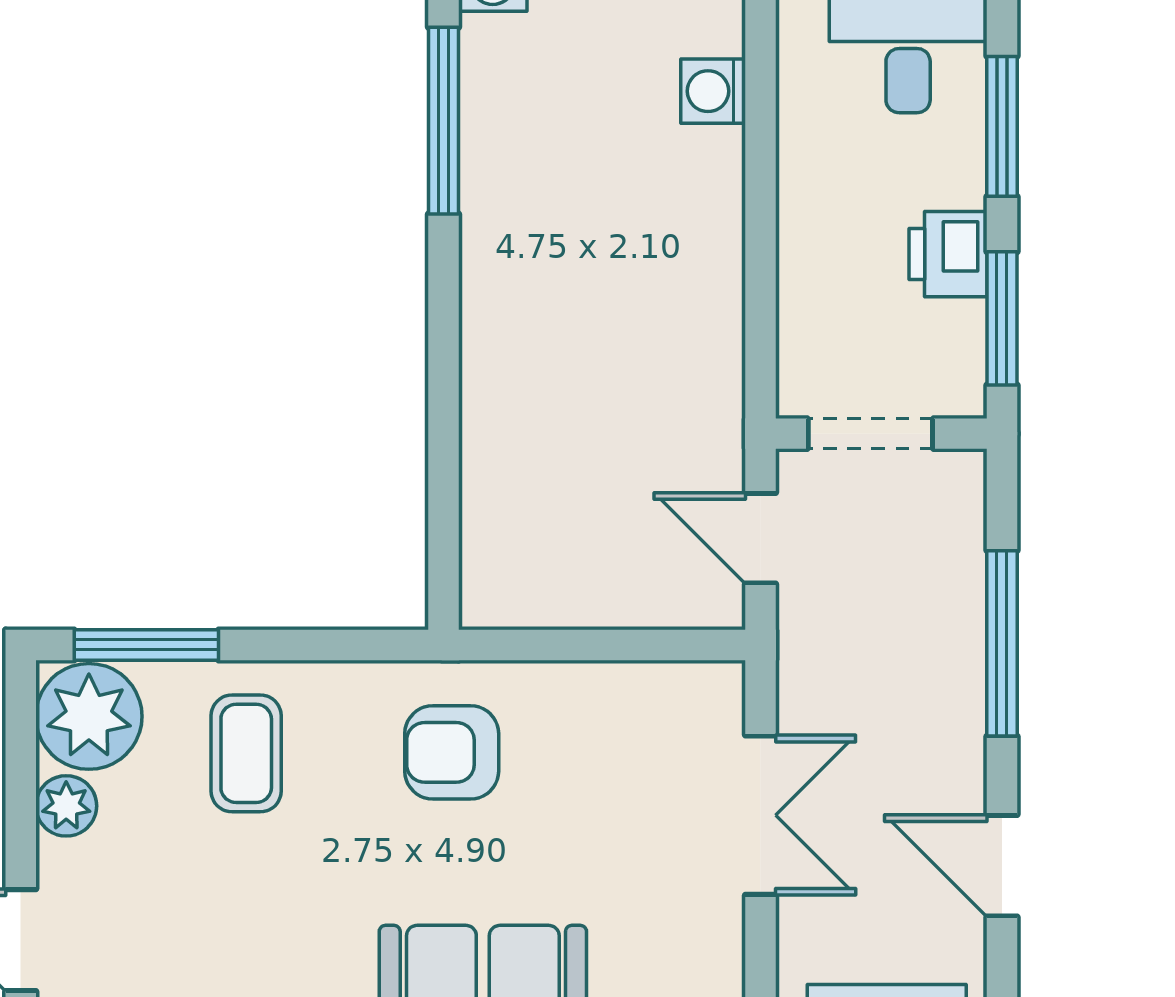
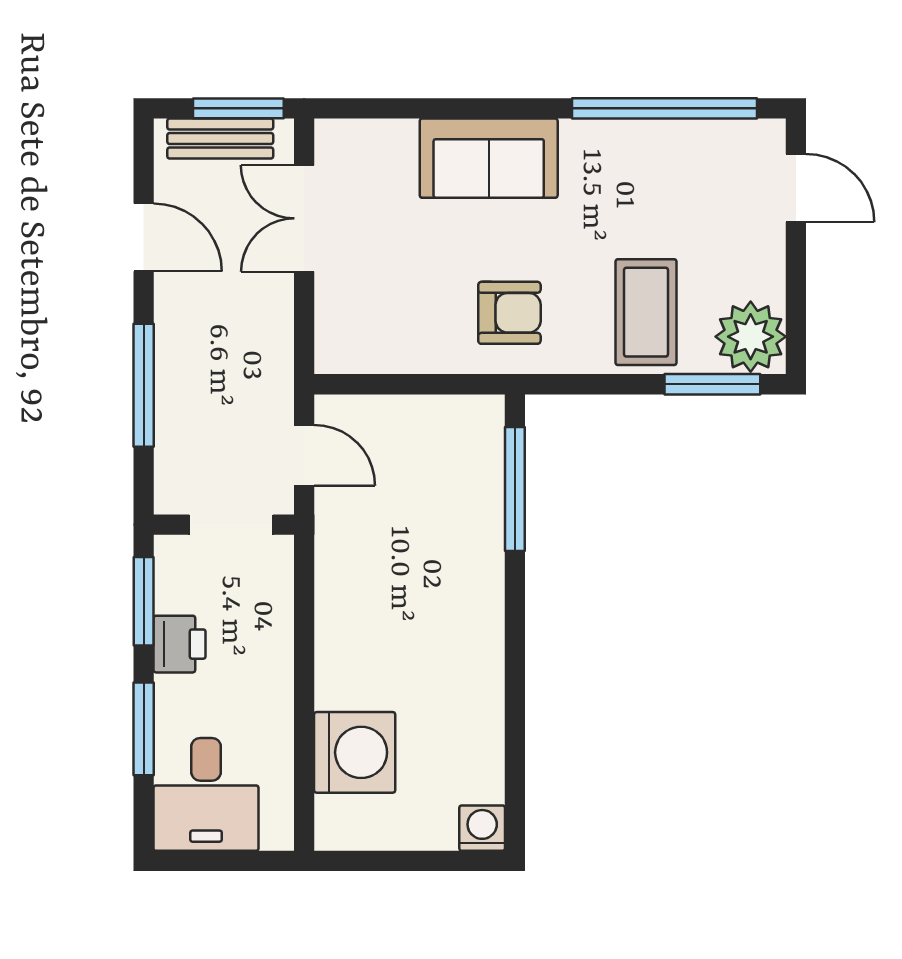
washing machine: (713, 91) -> (355, 752), width x1.89, depth x1.89
window: (443, 121) -> (515, 489), moved
coffee table: (246, 753) -> (646, 312), width x1.36, depth x1.30
plant: (66, 806) -> (766, 277), removed
double door: (760, 815) -> (304, 218), moved

